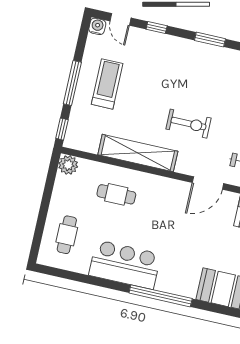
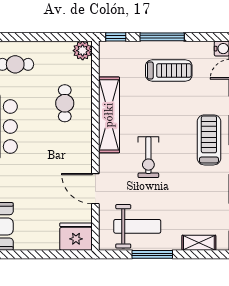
treadmill: (185, 60) -> (209, 140), added

